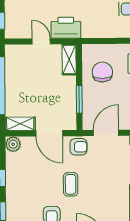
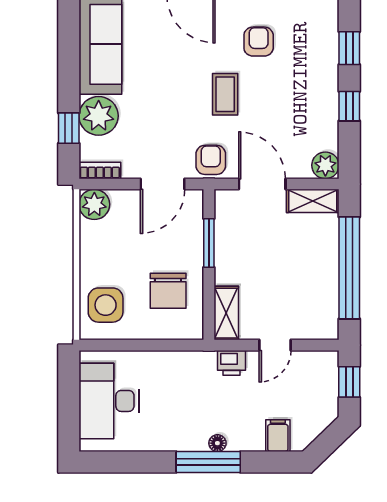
printer: (66, 28) -> (231, 363), width x0.53, depth x0.68
door: (41, 41) -> (275, 345), hinge flipped
armchair: (79, 147) -> (211, 160), turned 90

